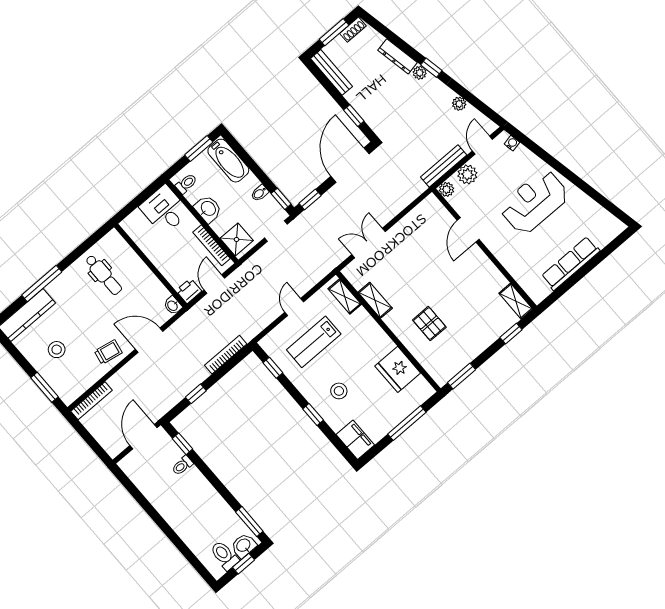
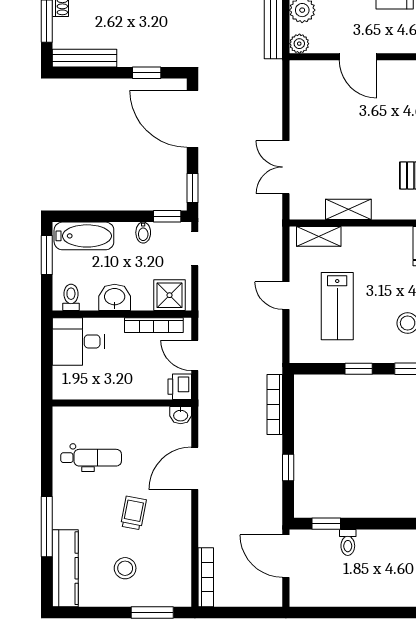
trolley: (108, 352) -> (133, 513), moved
window: (273, 368) -> (359, 369), moved

